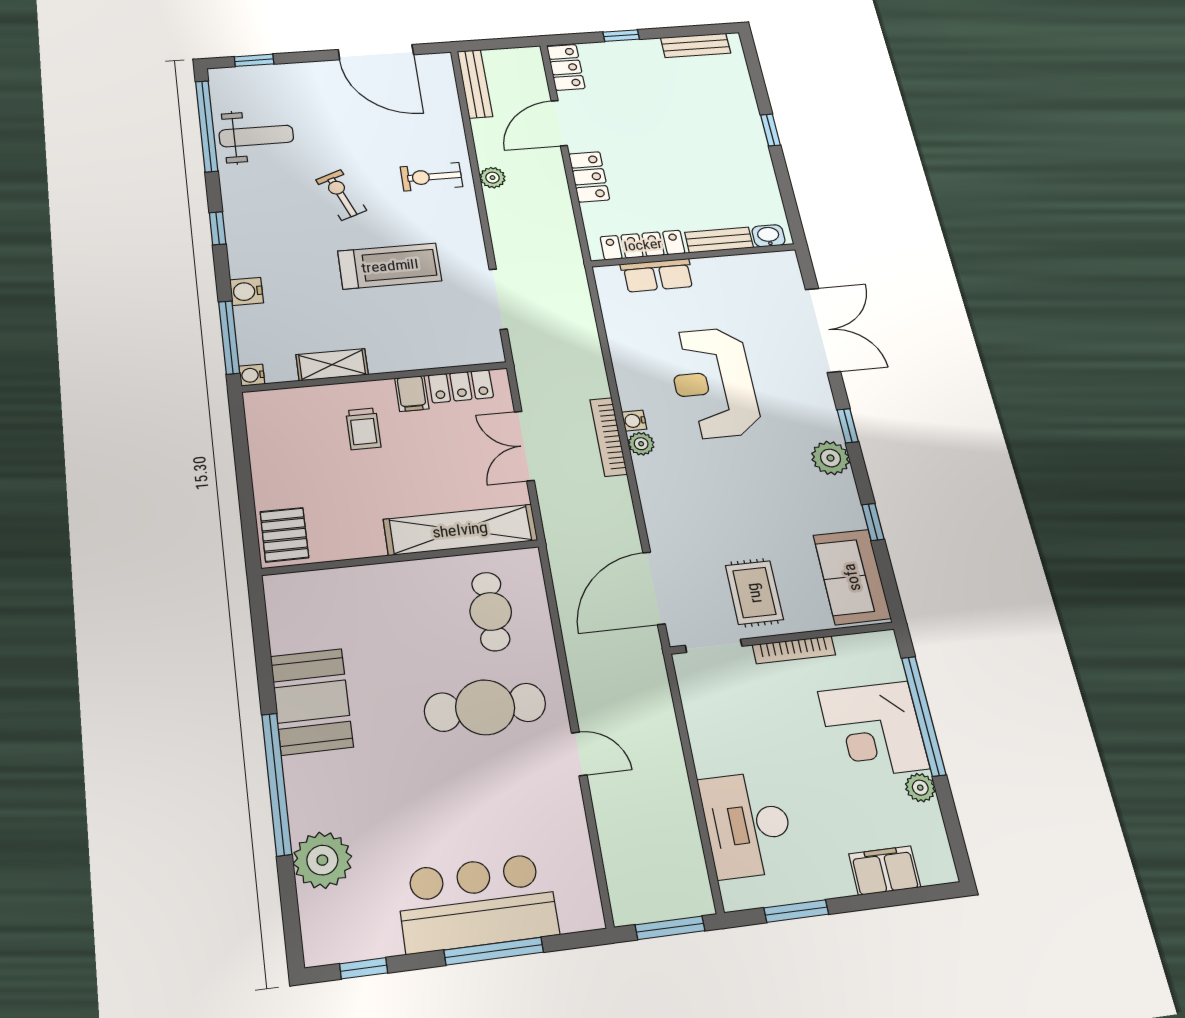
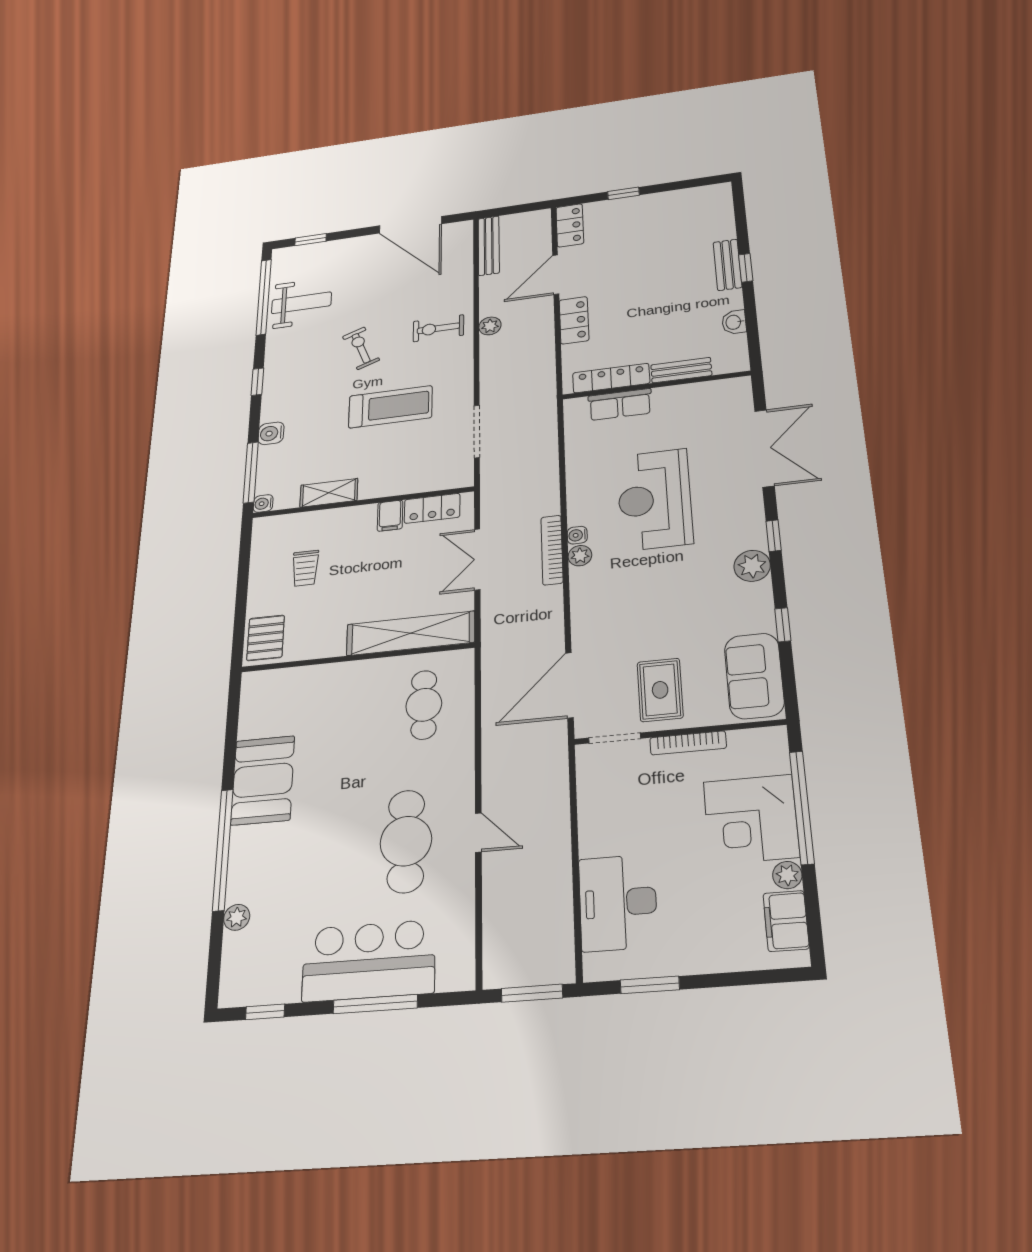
bench: (696, 45) -> (728, 265), moved, turned 90
washbasin: (769, 236) -> (734, 322), moved, turned -90
trolley: (363, 429) -> (305, 568), moved
cafe table: (485, 707) -> (406, 841), moved, turned 90
plant: (322, 860) -> (237, 917), width x0.53, depth x0.53
filing cabinet: (885, 870) -> (786, 921), moved, turned -90

